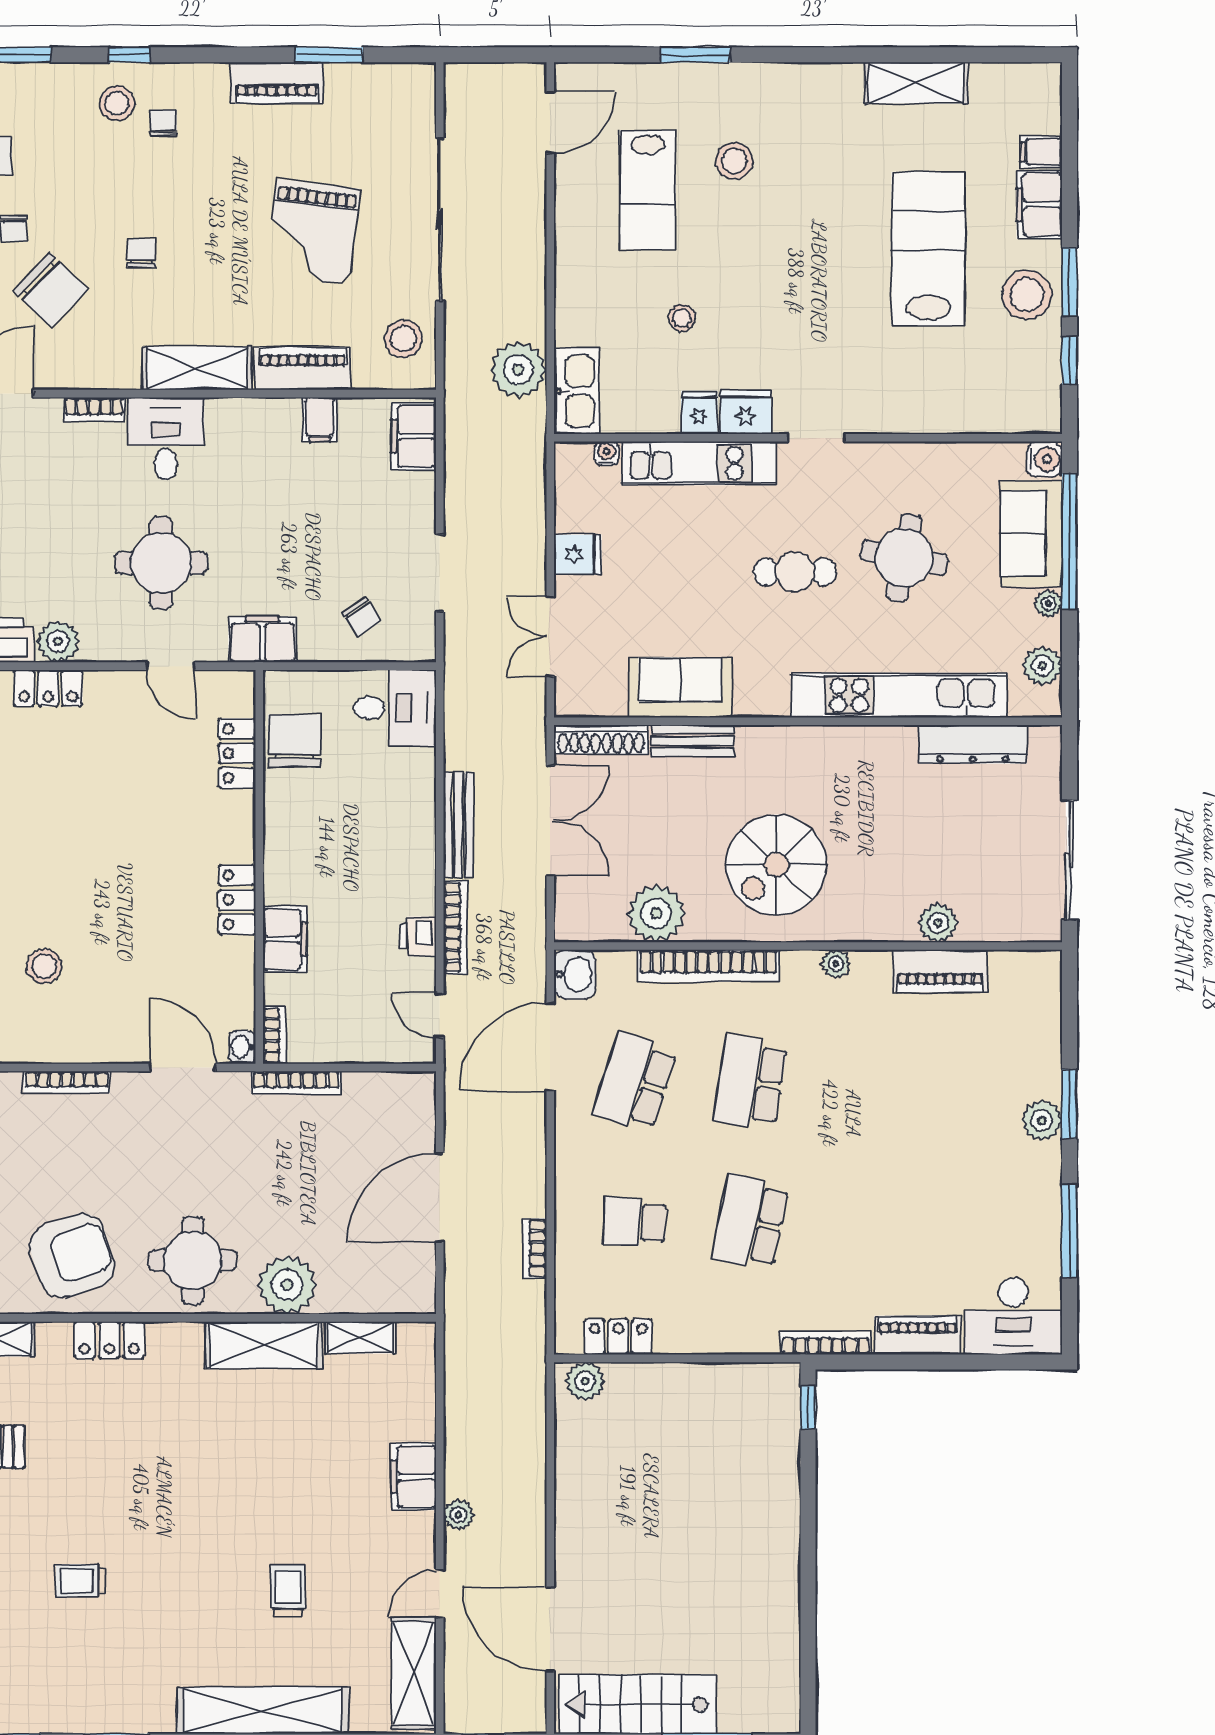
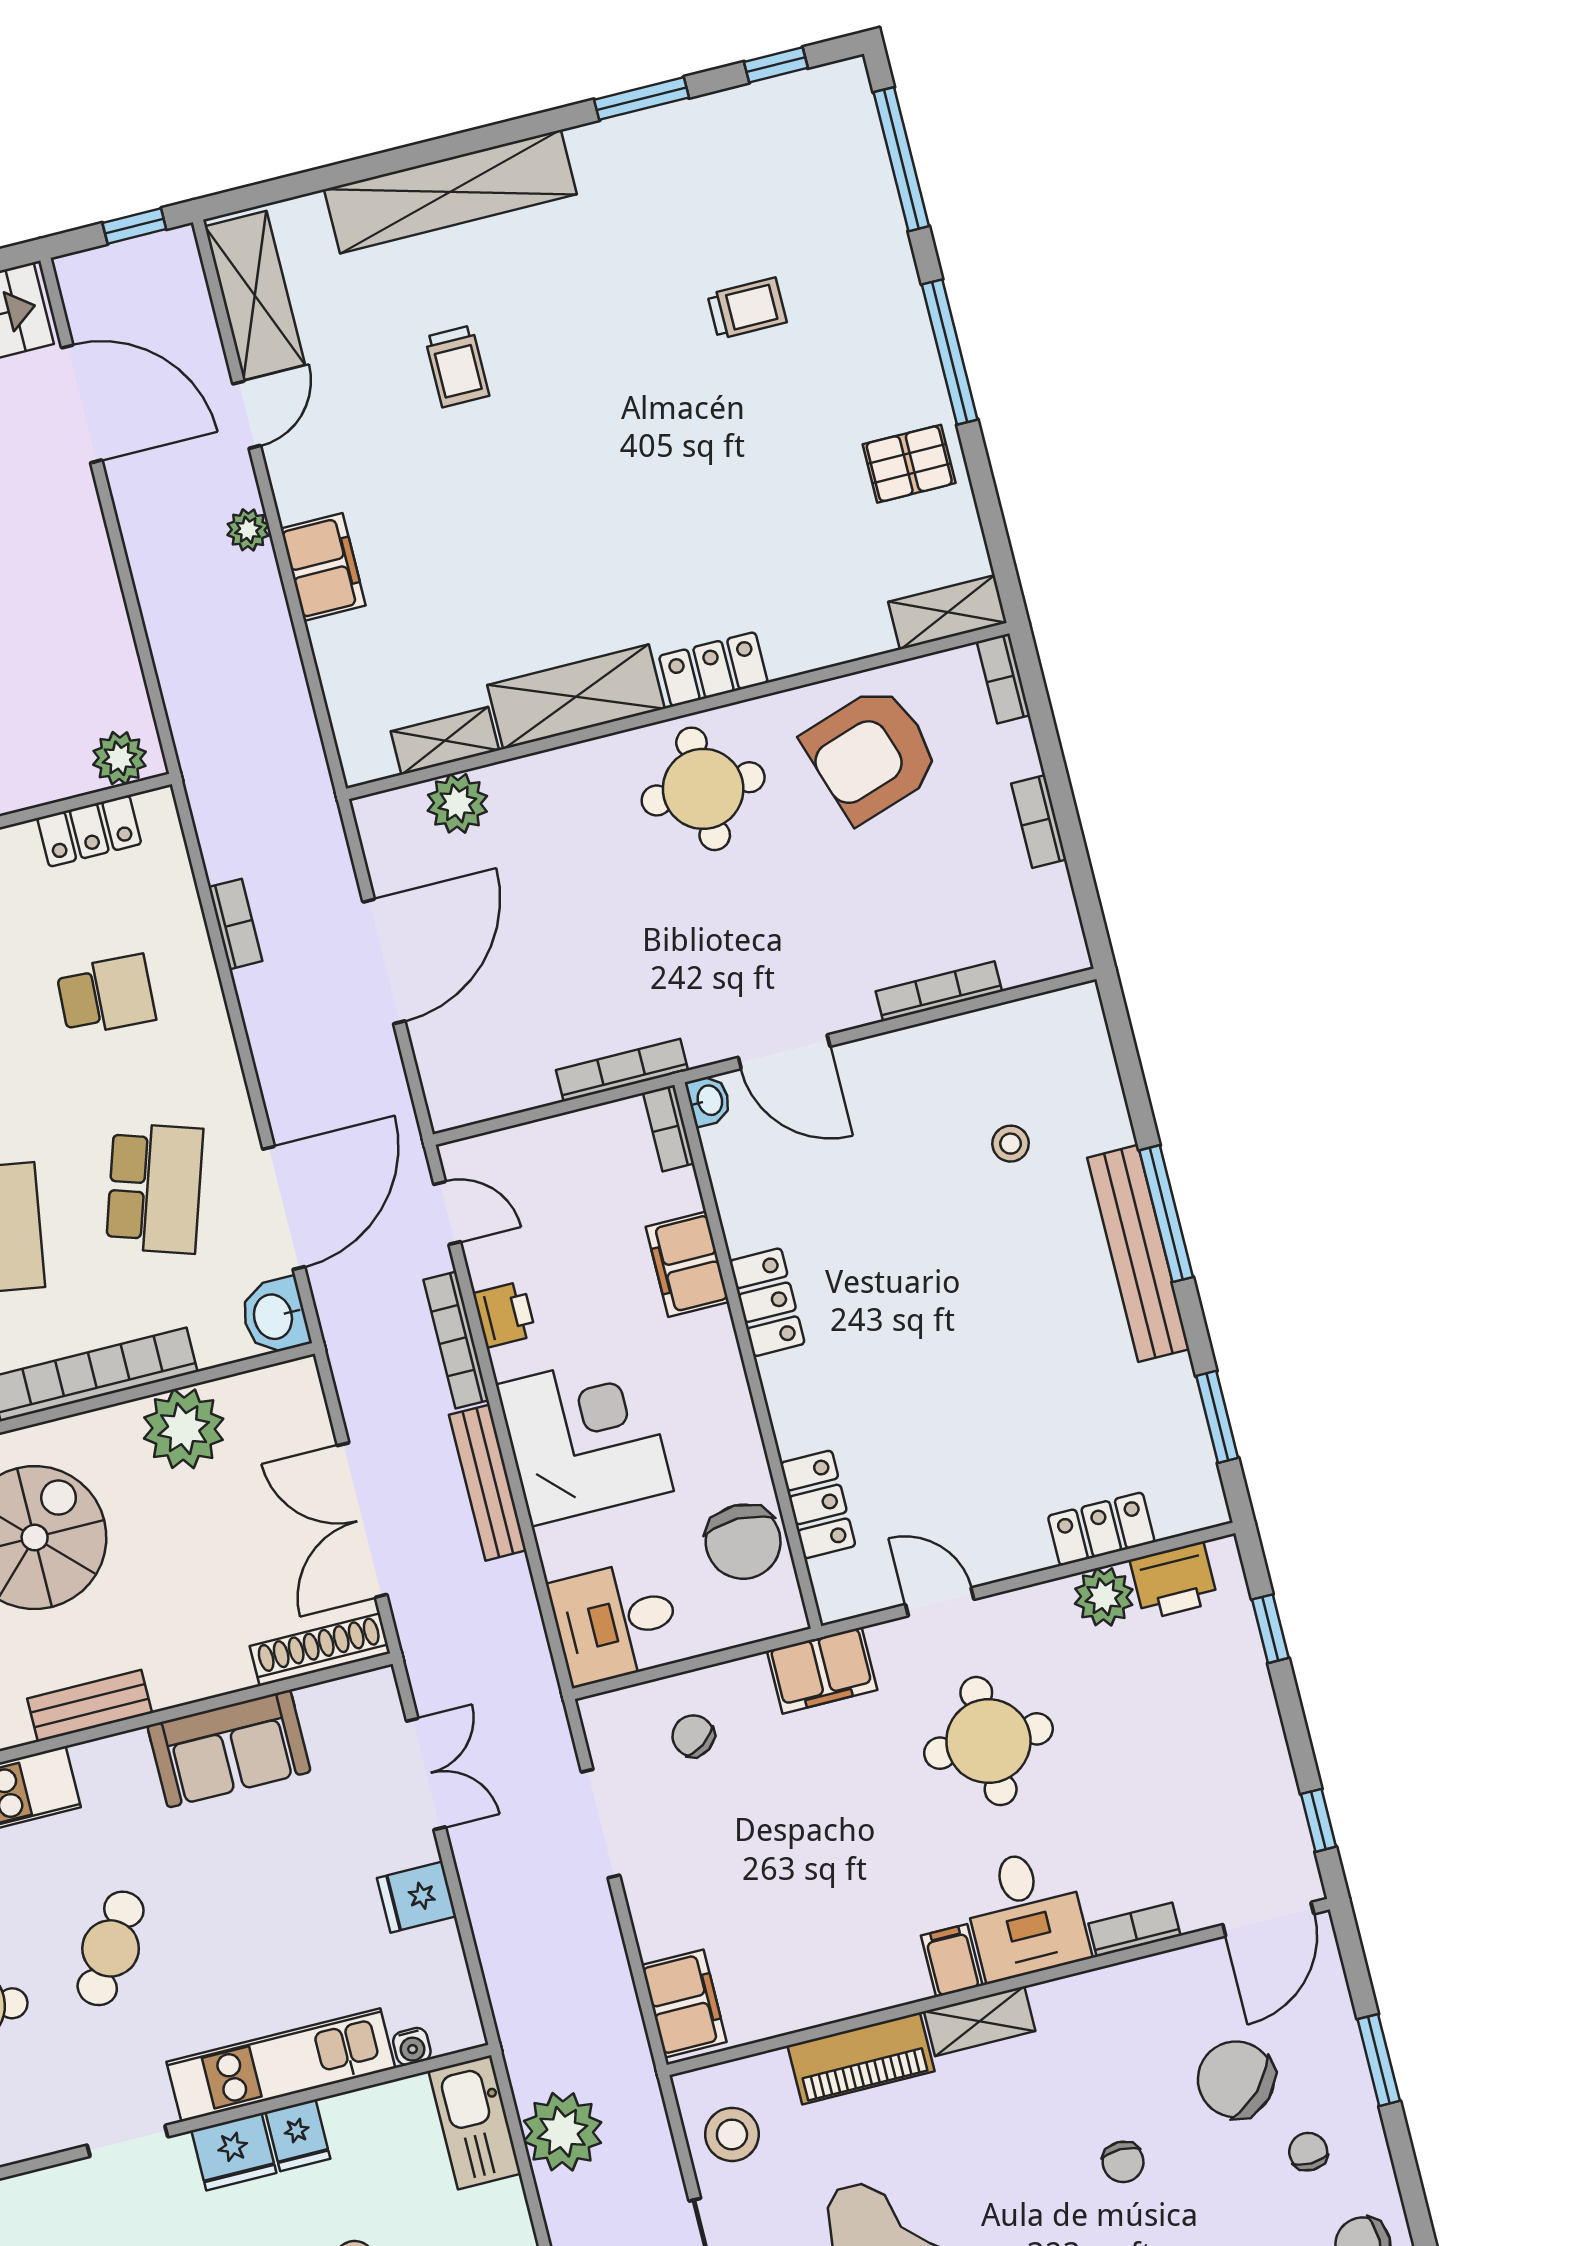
shelving: (197, 368) -> (980, 2021), width x0.67, depth x0.75
filing cabinet: (320, 420) -> (952, 1961), moved
cafe table: (795, 572) -> (111, 1948), turned -57
bench: (693, 741) -> (90, 1706), moved
corner desk: (384, 839) -> (585, 1438), added
stool: (44, 966) -> (1011, 1144), width x0.73, depth x0.73
plant: (287, 1285) -> (457, 803), moved, width x0.73, depth x0.73
locker: (109, 1340) -> (713, 669), moved

